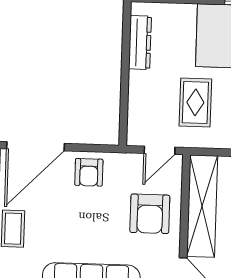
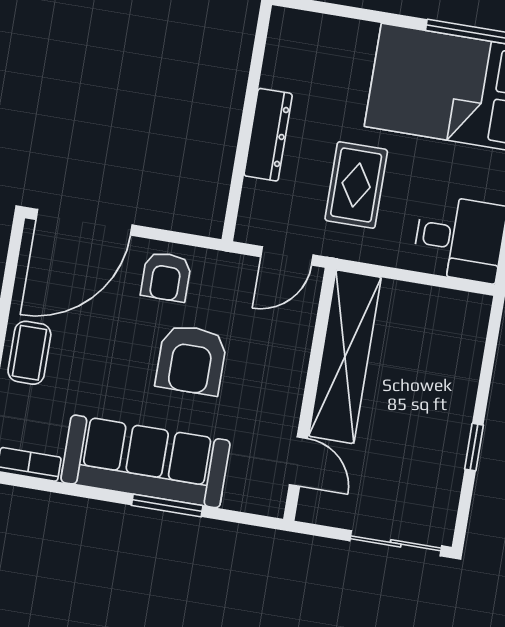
dresser: (140, 43) -> (268, 135), moved
armchair: (150, 214) -> (191, 360), moved

